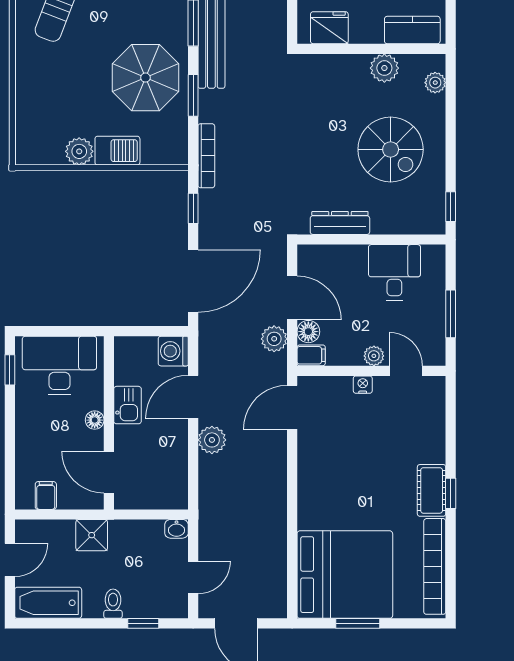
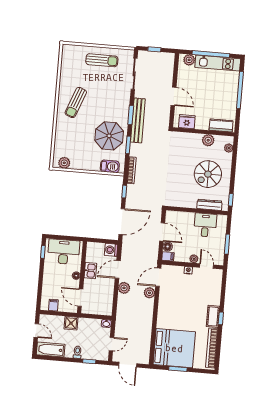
spiral stairs: (391, 150) -> (208, 174), turned 90
plant: (79, 151) -> (64, 163), moved
barbecue: (117, 151) -> (110, 166), moved
dresser: (340, 223) -> (210, 205), moved
plant: (274, 339) -> (149, 293), moved
door: (10, 560) -> (36, 331), hinge flipped

